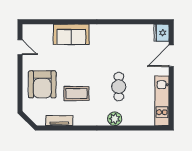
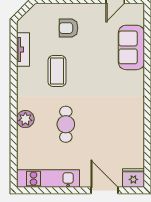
sofa: (71, 34) -> (131, 47), moved
armchair: (42, 84) -> (69, 28), width x0.53, depth x0.53
cafe table: (119, 87) -> (66, 124), turned 90

